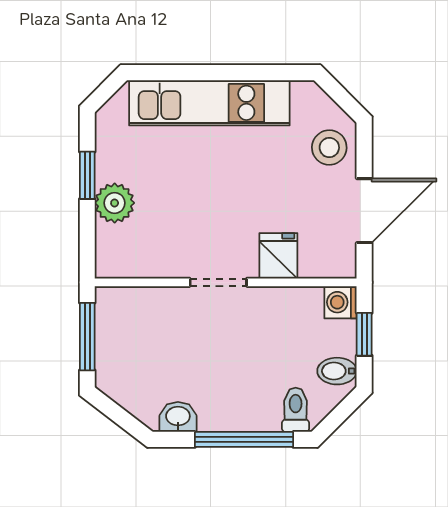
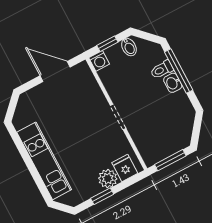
stool: (329, 148) -> (36, 100), removed
fridge: (278, 256) -> (125, 168), moved, turned 90
toilet: (296, 410) -> (162, 70), moved
washbasin: (178, 417) -> (173, 83), moved

